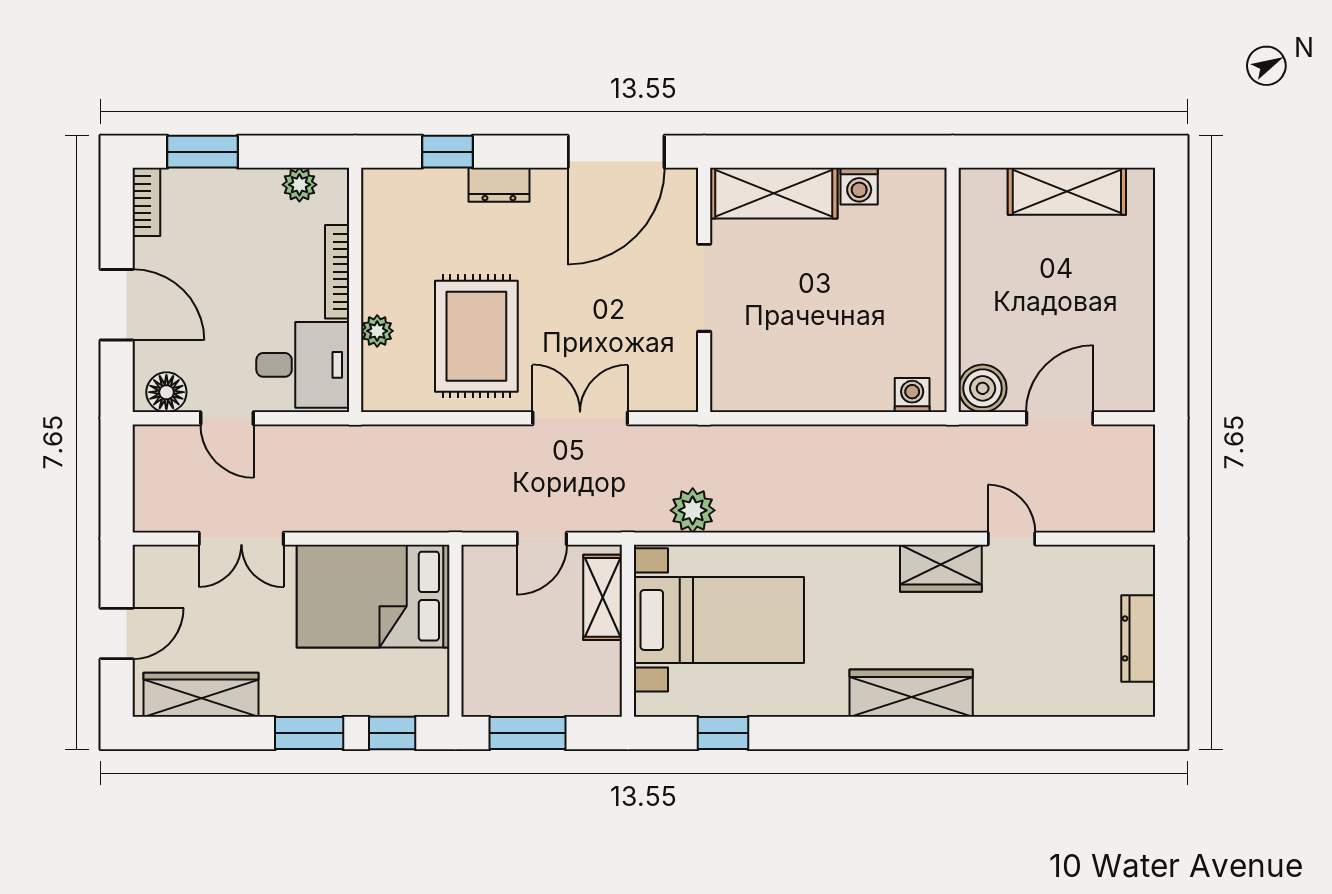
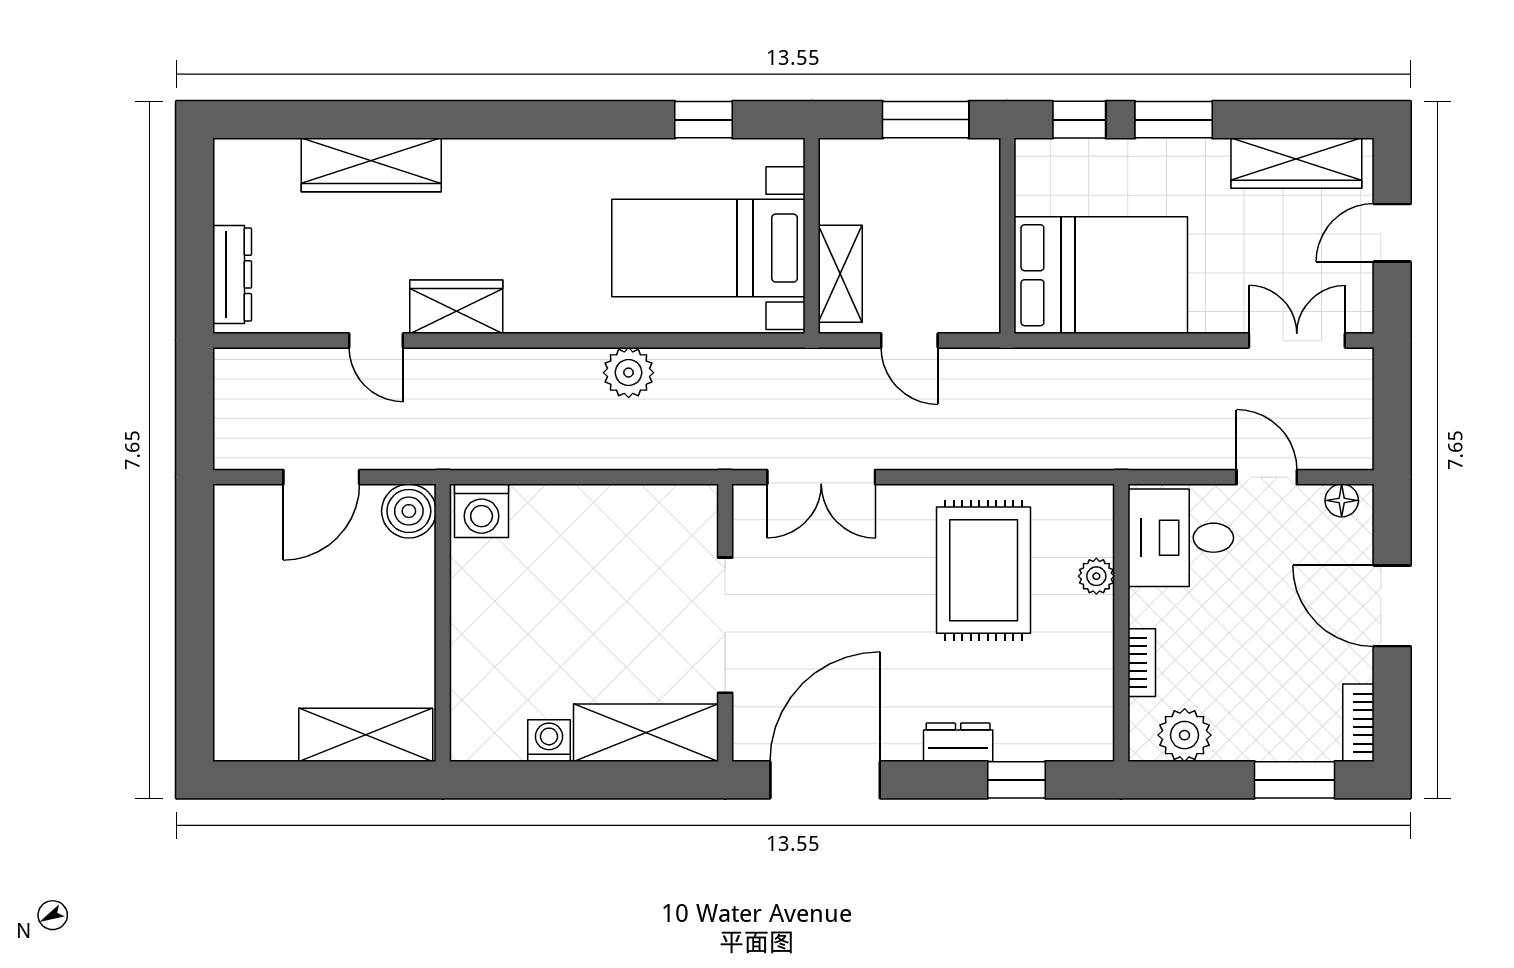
plant: (299, 185) -> (1185, 735), width x1.38, depth x1.38
shelving: (1067, 191) -> (366, 735), moved
bookcase: (337, 272) -> (1142, 663), width x0.64
doorway: (704, 288) -> (725, 625), width x1.36
floor lamp: (166, 392) -> (1342, 500), width x0.73, depth x0.73
washing machine: (912, 395) -> (482, 511), width x1.38, depth x1.38
double door: (580, 418) -> (821, 477), moved
plant: (693, 510) -> (629, 373), moved
double door: (241, 539) -> (1297, 341), moved
door: (542, 539) -> (909, 341), swing flipped
dresser: (1138, 638) -> (232, 274), moved
wardrobe: (911, 693) -> (371, 165), moved

